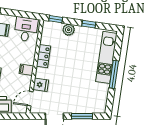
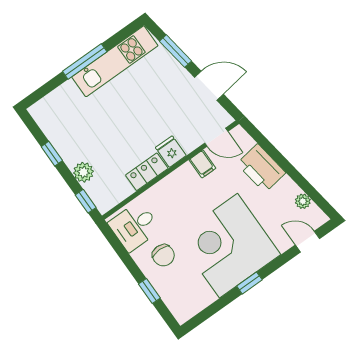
kitchen unit: (106, 57) -> (115, 61), moved
filing cabinet: (26, 70) -> (202, 164), moved
fridge: (41, 85) -> (171, 152), moved

